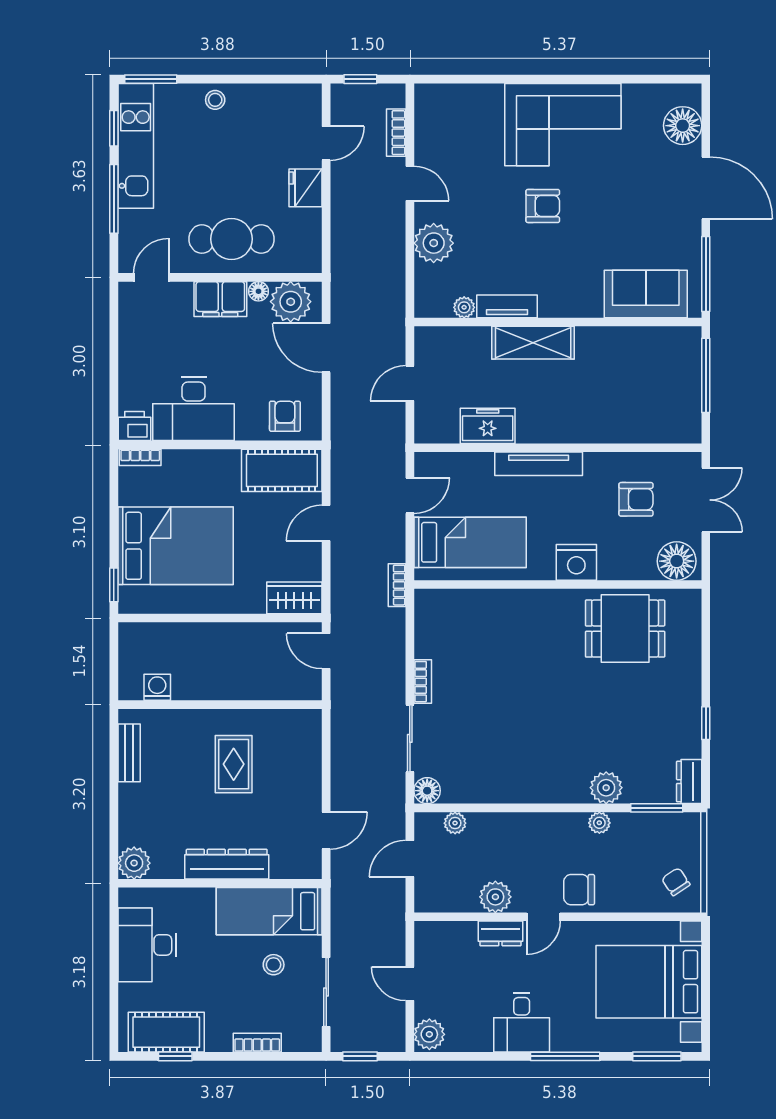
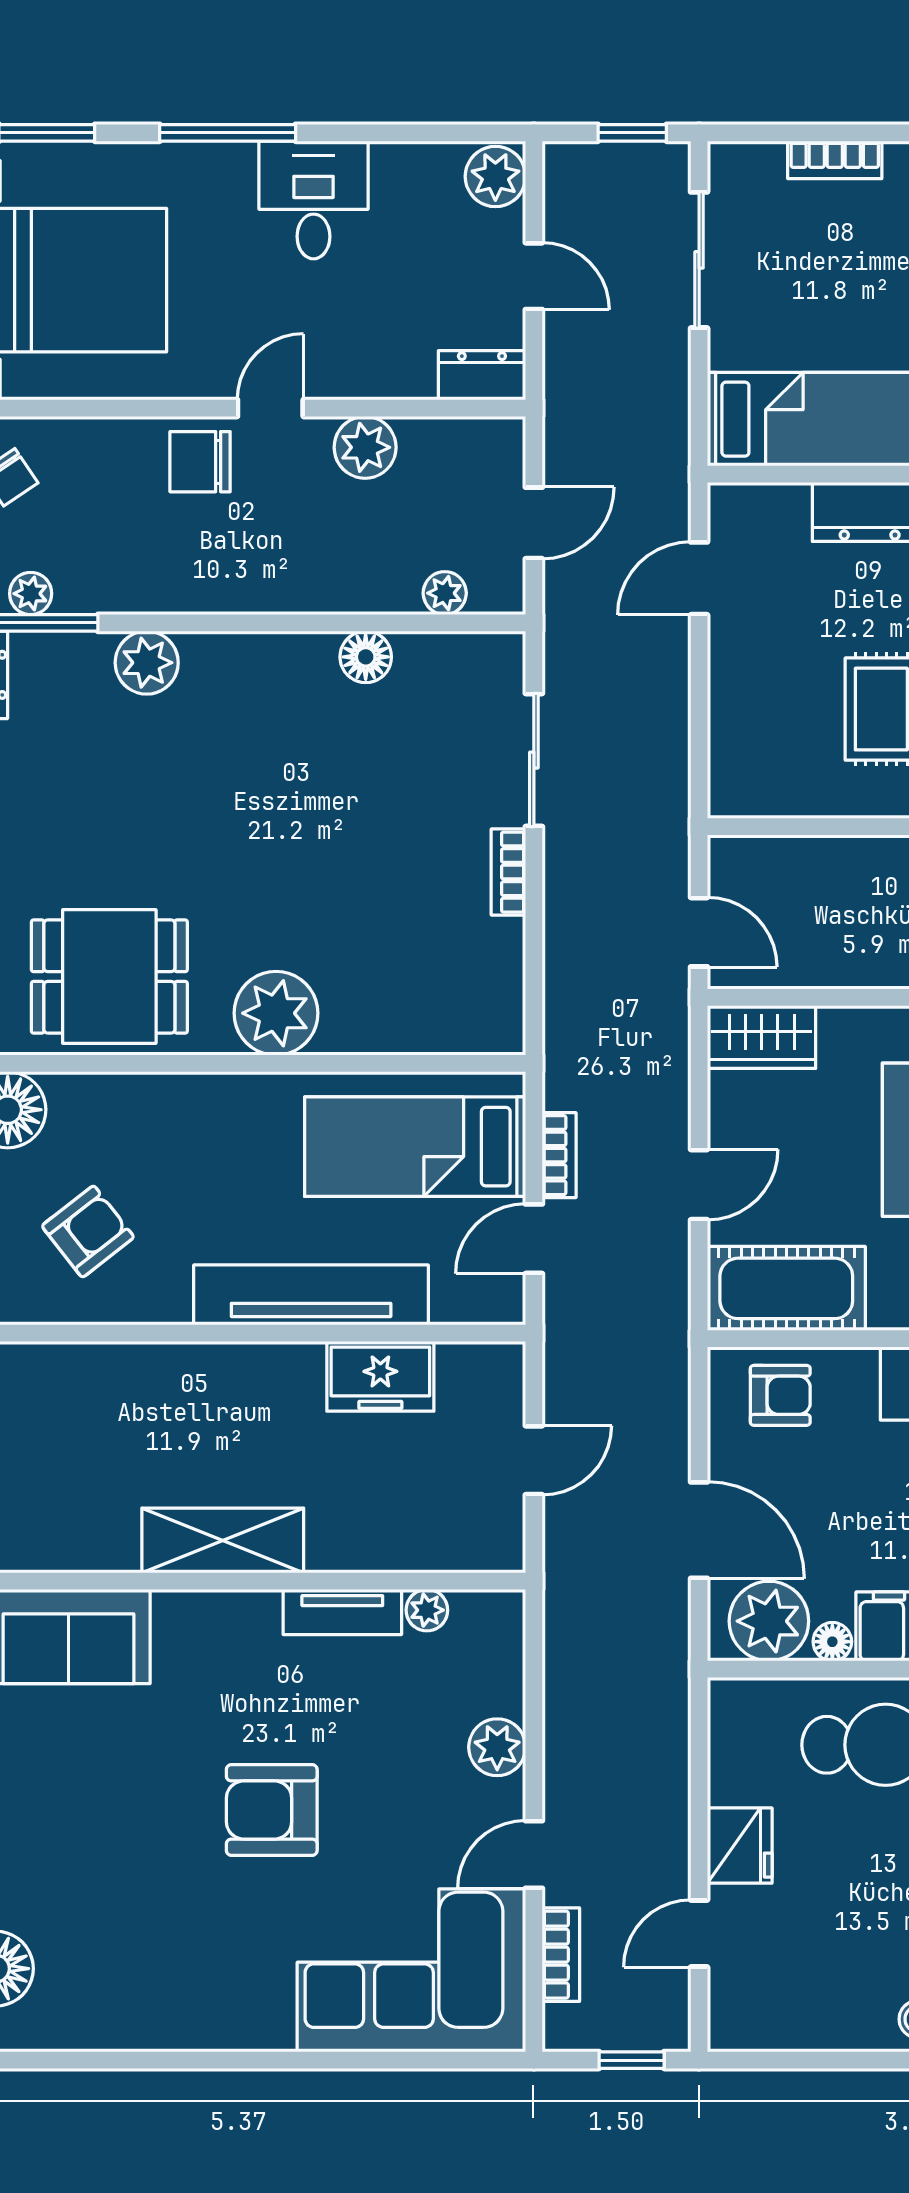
corner sofa: (563, 125) -> (411, 1970), moved
door: (410, 183) -> (534, 1855), hinge flipped
armchair: (543, 206) -> (272, 1810), width x1.38, depth x1.38
plant: (434, 243) -> (497, 1747), width x0.73, depth x0.73
shelving: (533, 343) -> (223, 1540), moved
armchair: (285, 416) -> (780, 1395), turned -90
tv unit: (539, 464) -> (311, 1295), width x1.36, depth x1.29
armchair: (636, 499) -> (88, 1231), turned 142
nightstand: (576, 562) -> (205, 1107), removed
bookcase: (397, 585) -> (559, 1155), moved
plant: (541, 610) -> (276, 1013), added
floor lamp: (427, 791) -> (366, 657), moved
plant: (599, 823) -> (31, 594), moved
chair: (579, 890) -> (200, 462), turned 180
dresser: (500, 933) -> (482, 375), moved
stool: (274, 965) -> (803, 314), removed

